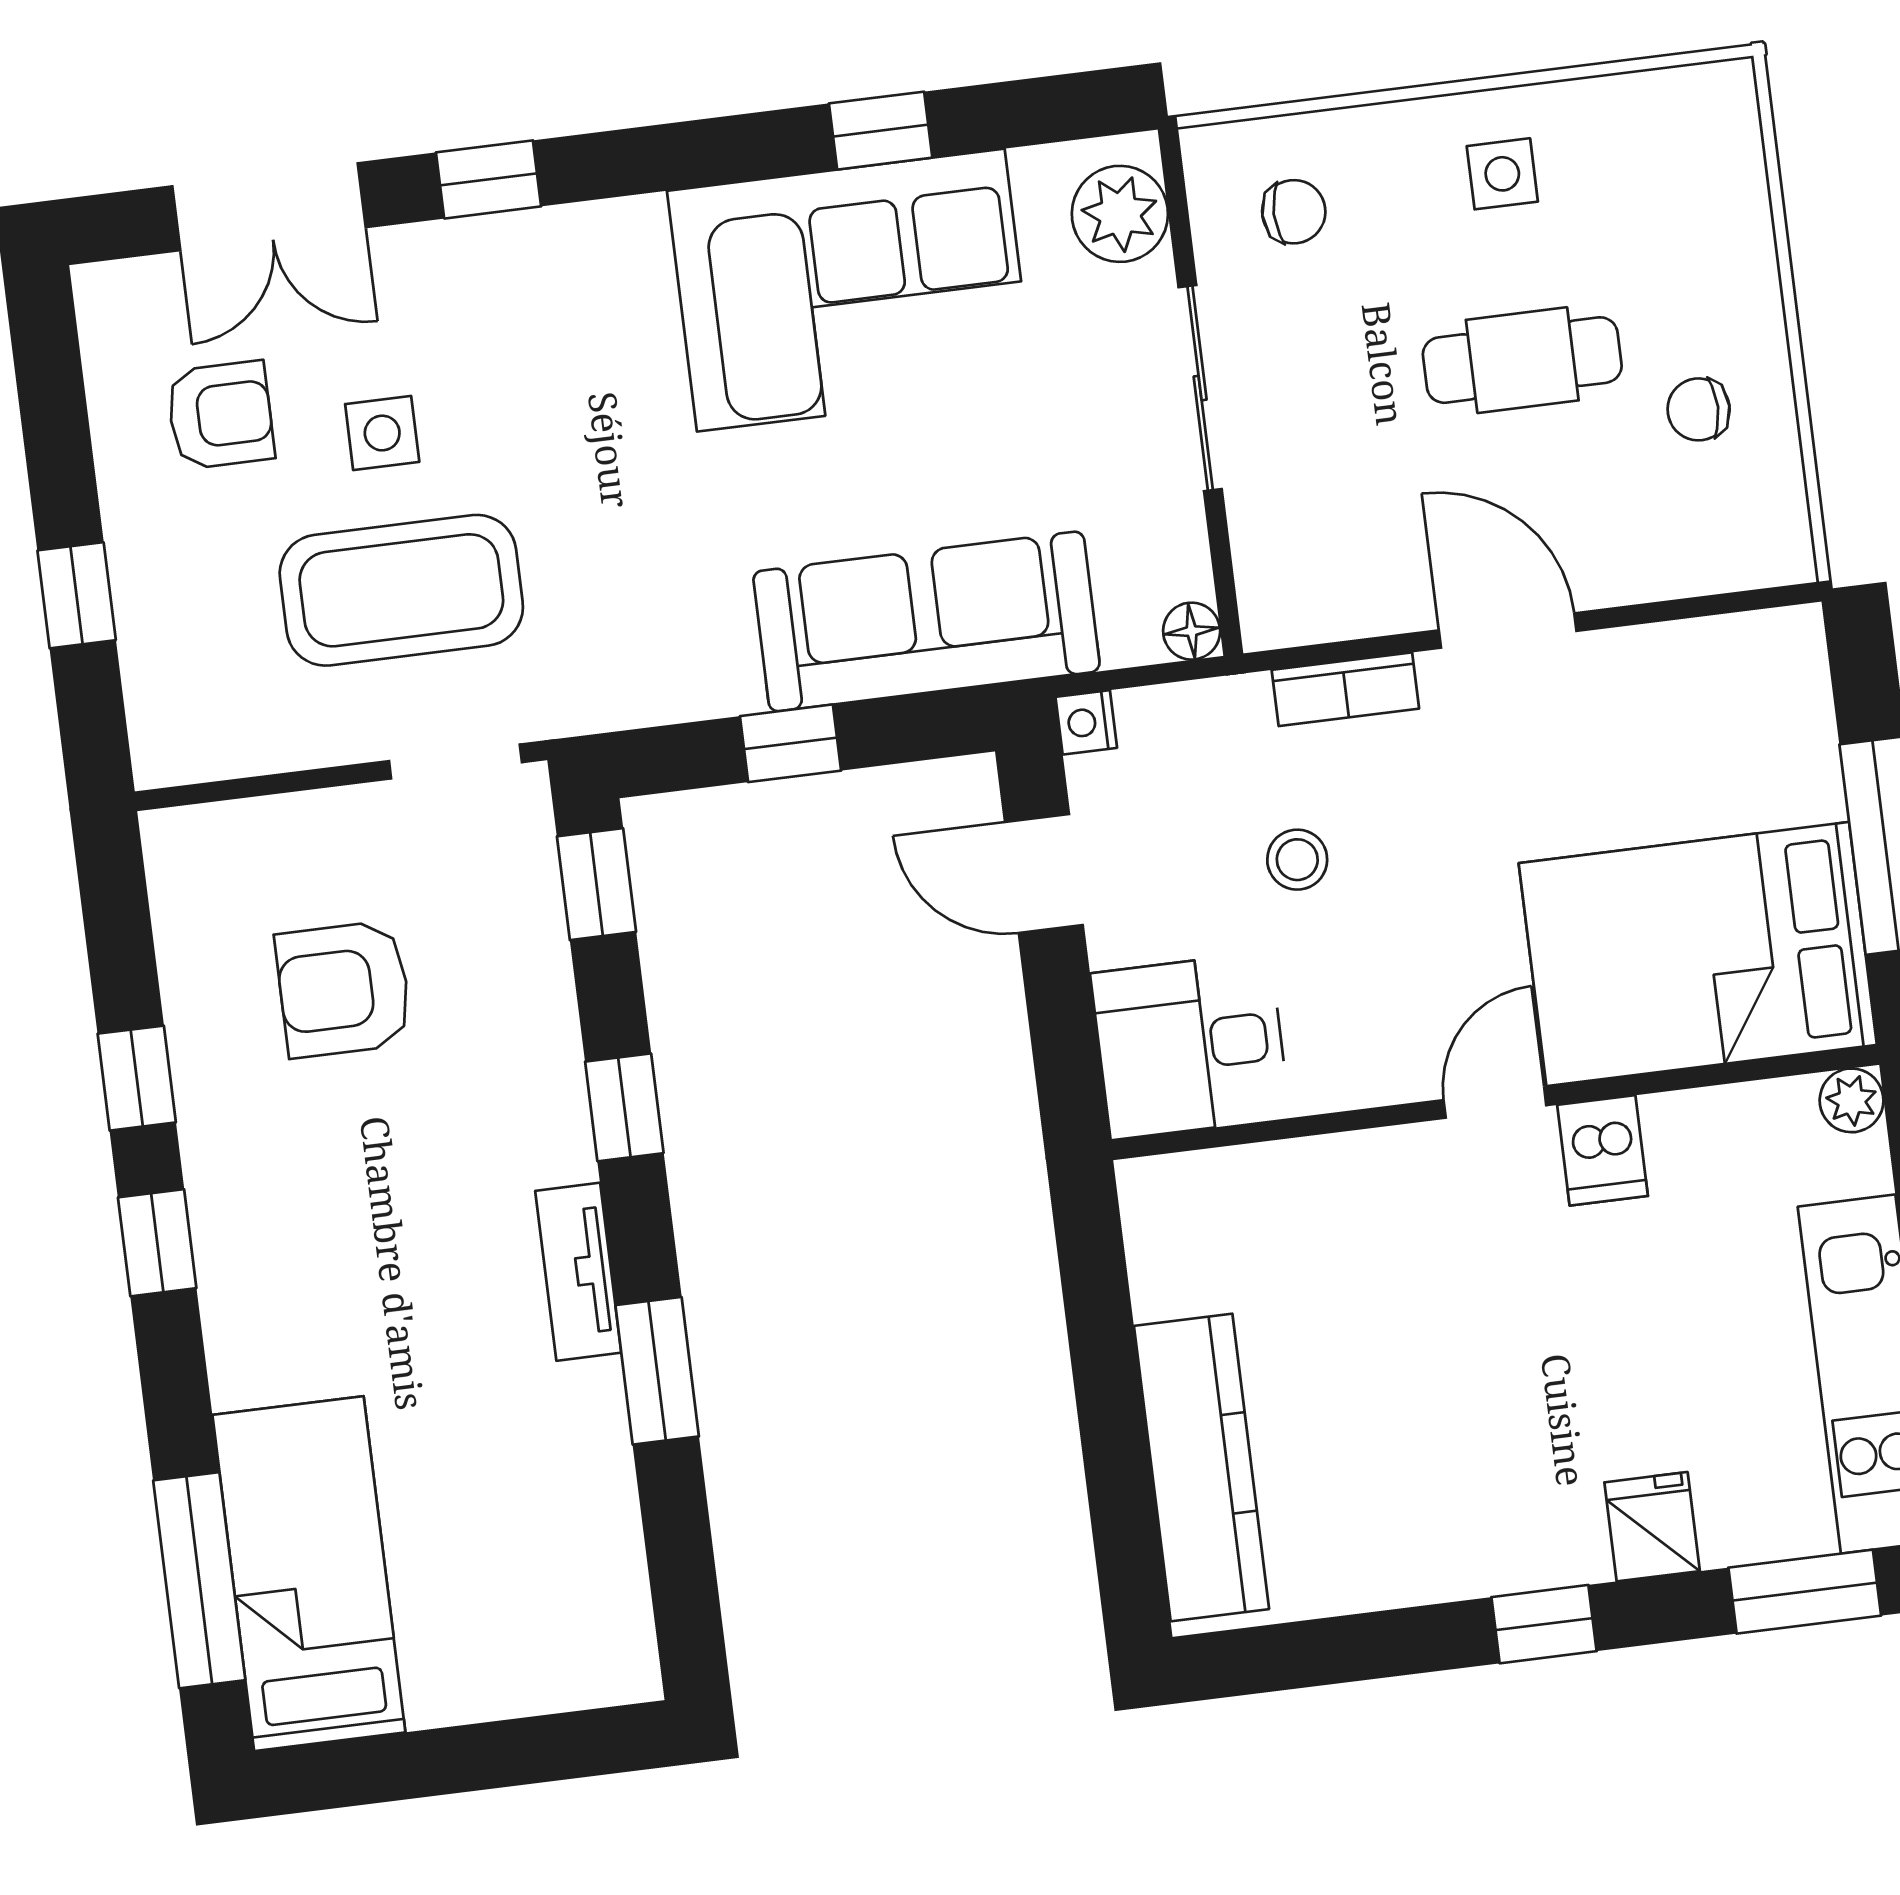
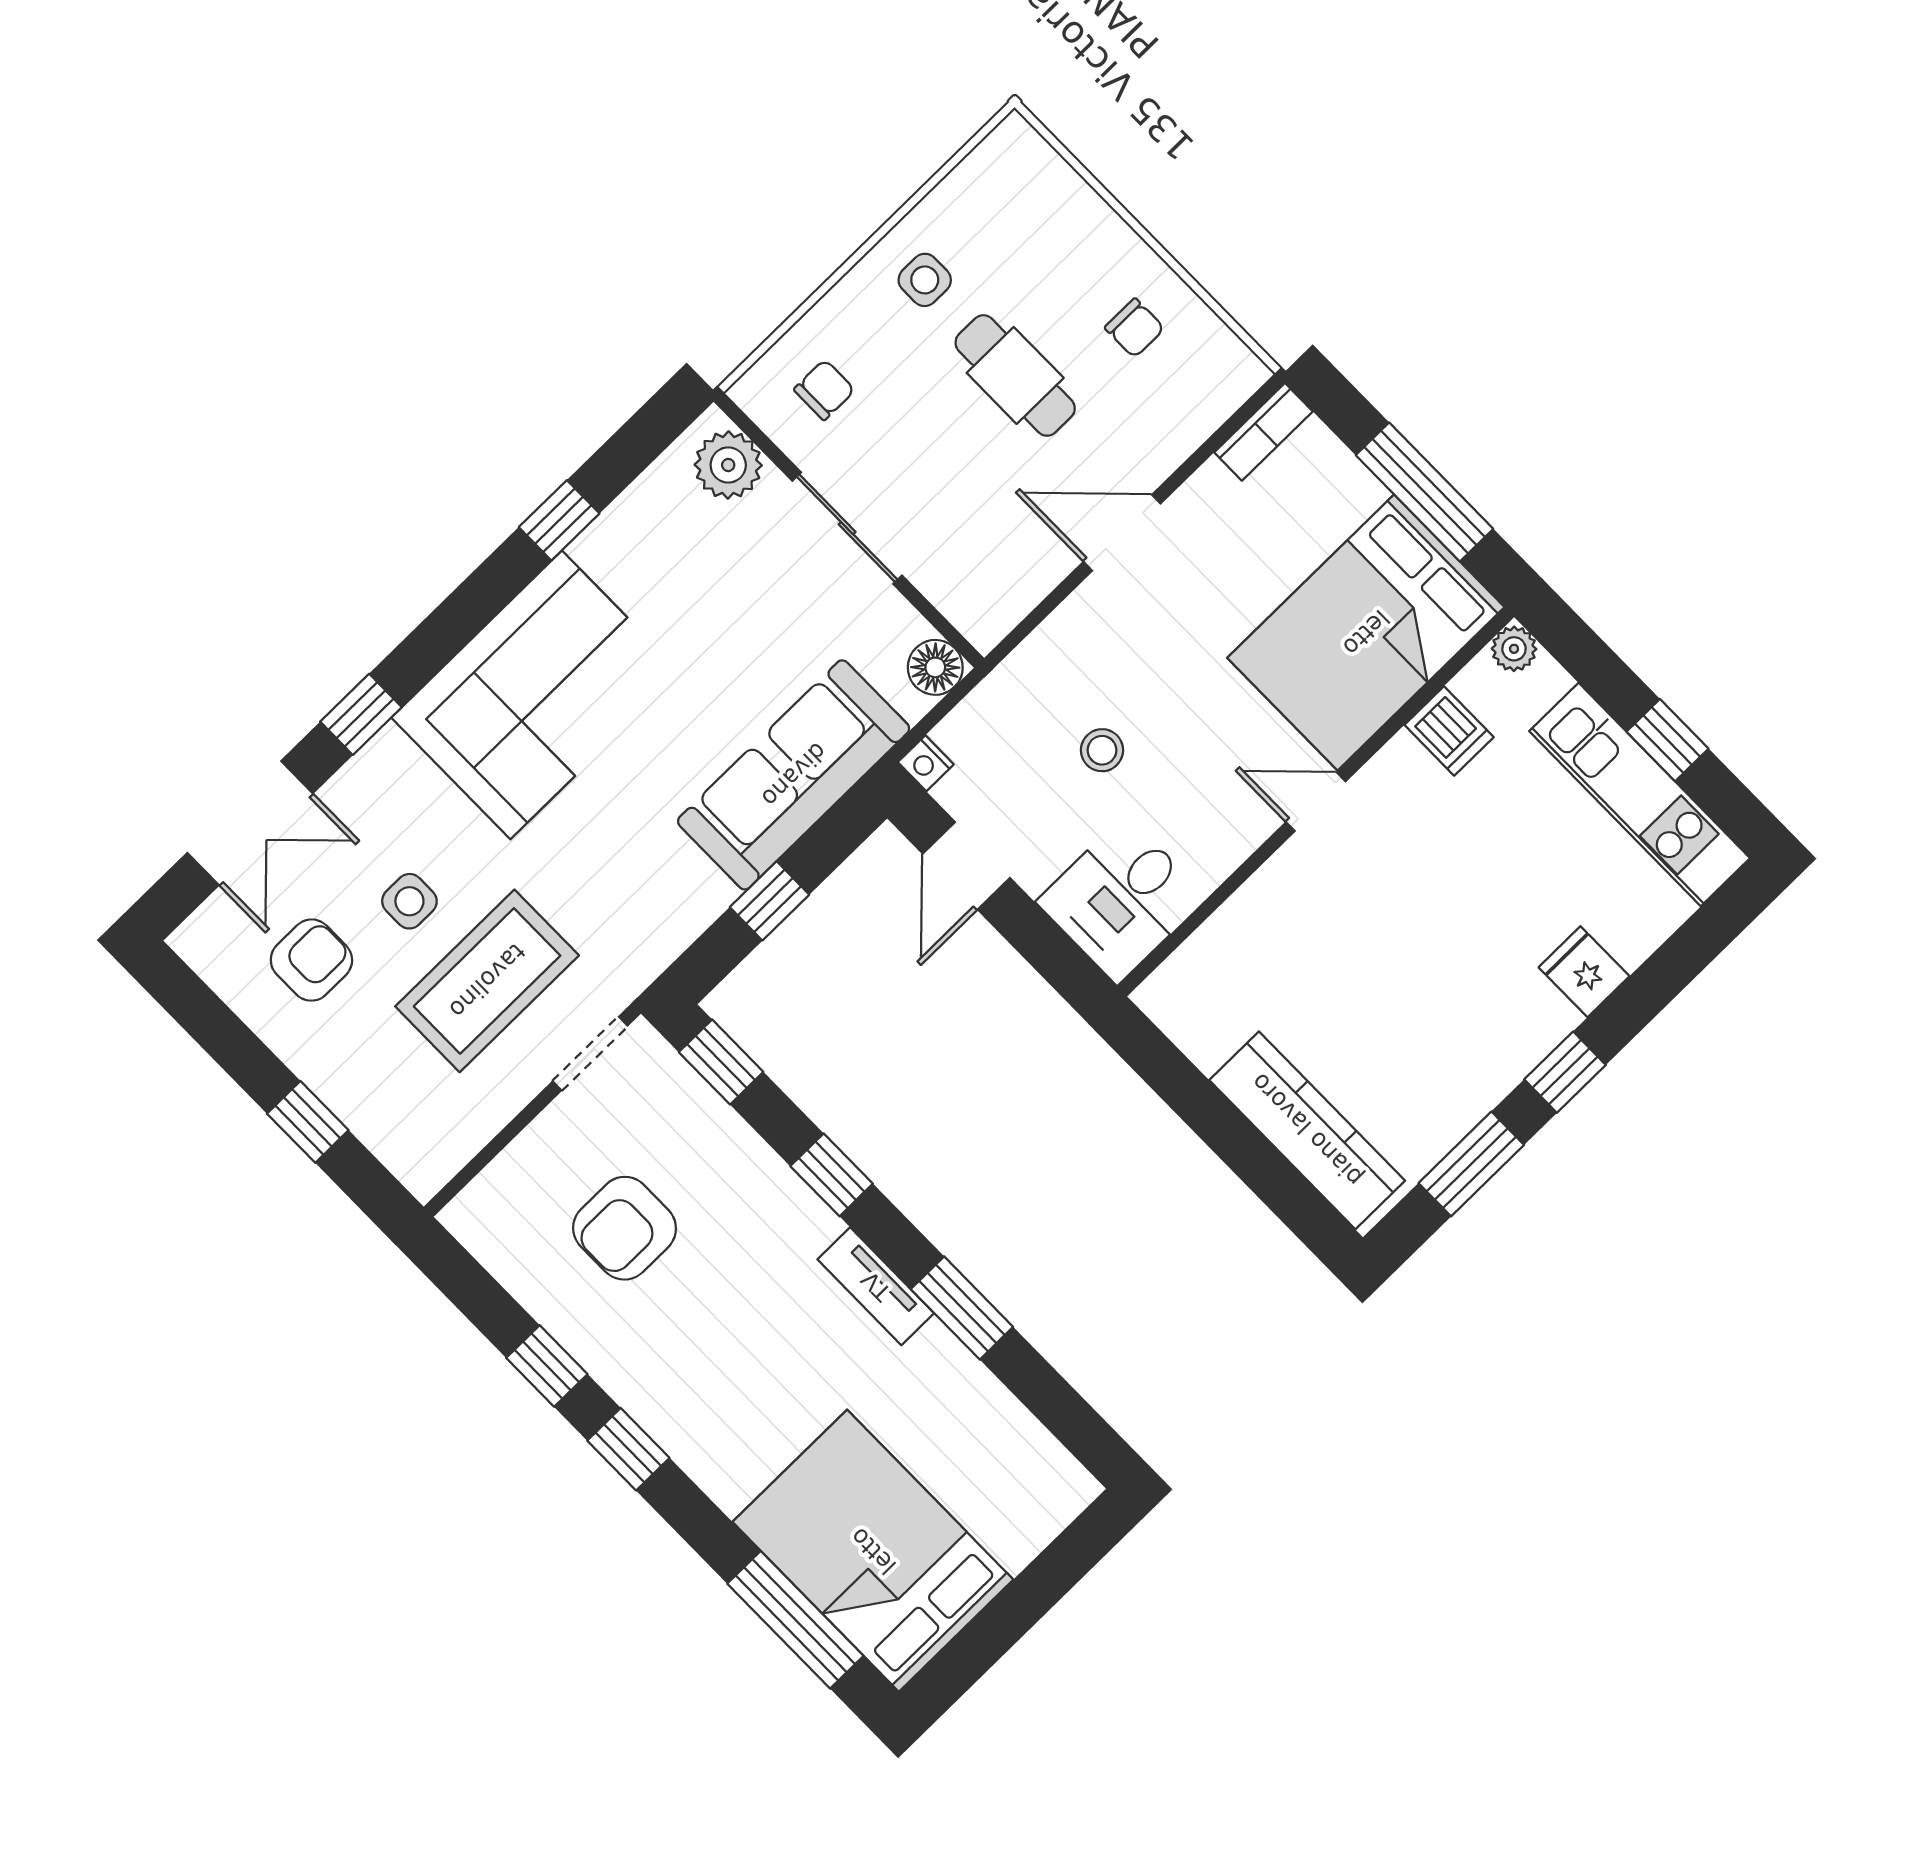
corner sofa: (851, 290) -> (536, 695), moved
cafe table: (1522, 360) -> (1015, 375), turned 90
chair: (1699, 409) -> (1135, 328), turned -90
floor lamp: (1192, 631) -> (935, 667), width x1.37, depth x1.37
bookcase: (1345, 689) -> (1263, 432), moved
door: (1044, 873) -> (966, 866), hinge flipped
door: (1495, 1103) -> (1316, 802), hinge flipped
dishwasher: (1603, 1150) -> (1449, 731), moved
bed: (309, 1574) -> (873, 1551), width x1.50
window: (1805, 1592) -> (1471, 1164), moved

